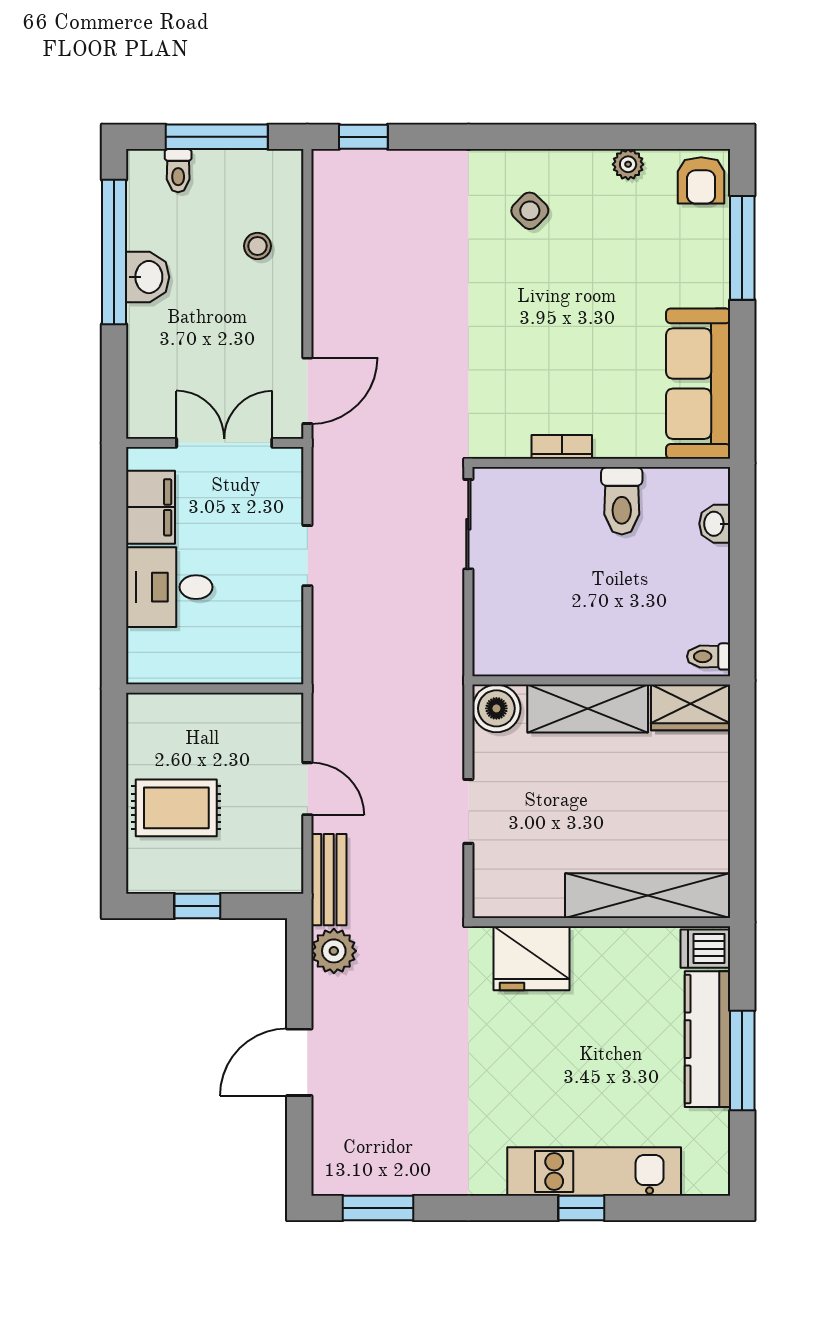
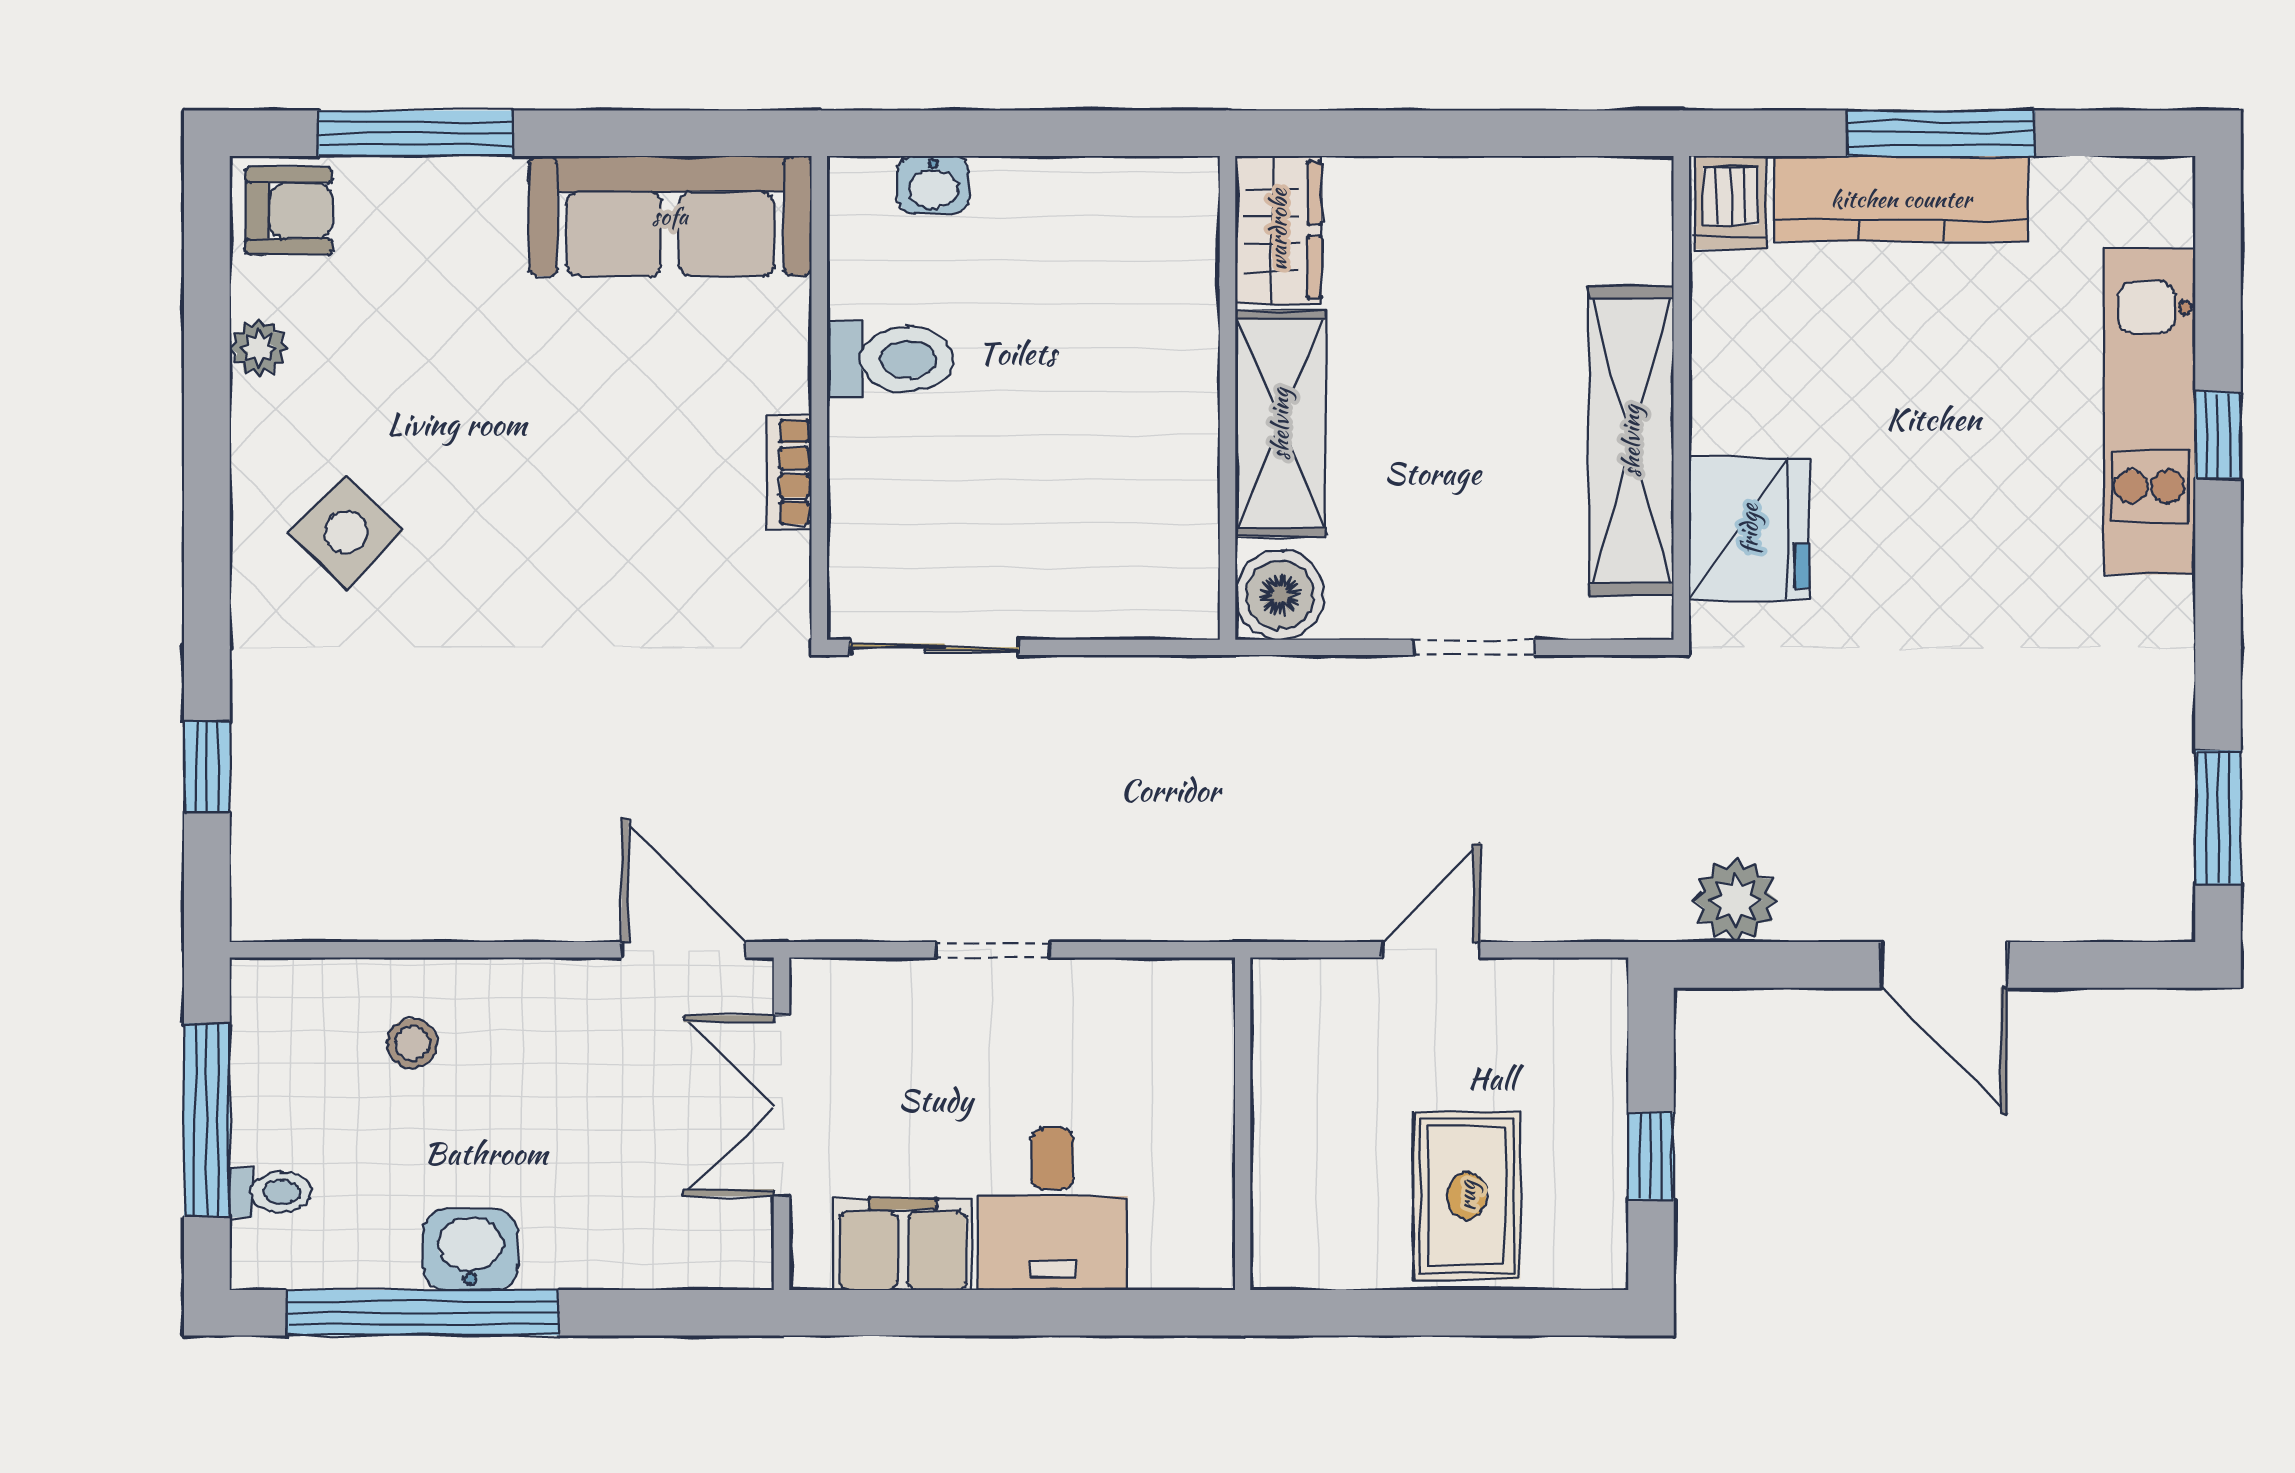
window: (363, 137) -> (207, 767), moved
side table: (530, 211) -> (346, 532), width x1.37, depth x1.37
toilet: (709, 656) -> (1183, 196), removed
bench: (329, 880) -> (1601, 909), removed
shelving: (648, 896) -> (1631, 441), moved

